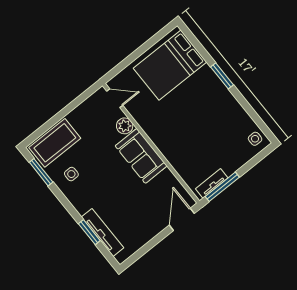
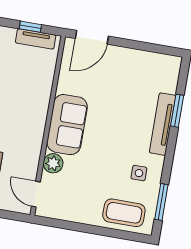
coffee table: (55, 143) -> (124, 213), width x0.73, depth x0.76
window: (222, 187) -> (30, 27), width x0.46
tv unit: (102, 232) -> (163, 124), moved

